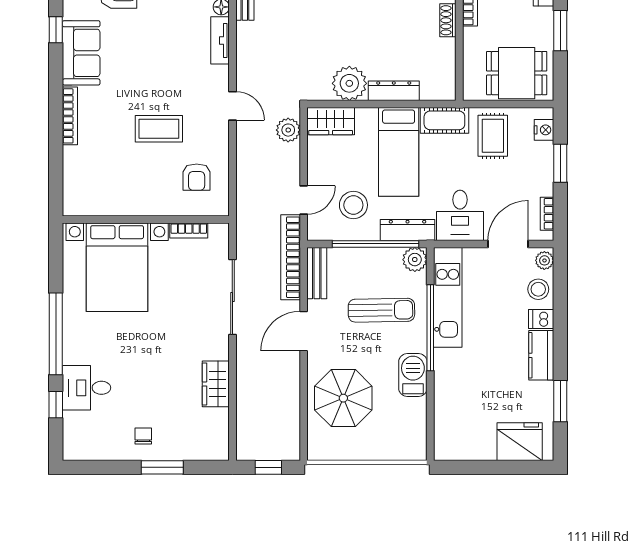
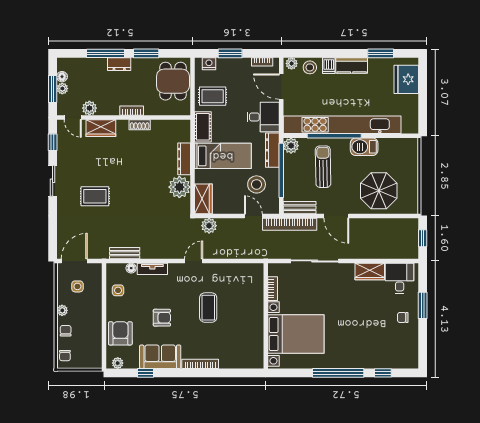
armchair: (197, 177) -> (162, 318), moved
kitchen unit: (448, 297) -> (342, 125), width x1.86
desk: (86, 388) -> (400, 278), moved, turned 180

